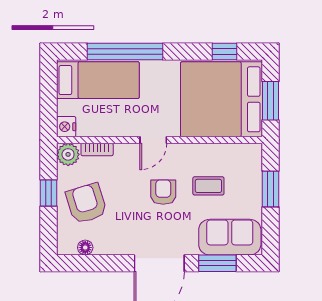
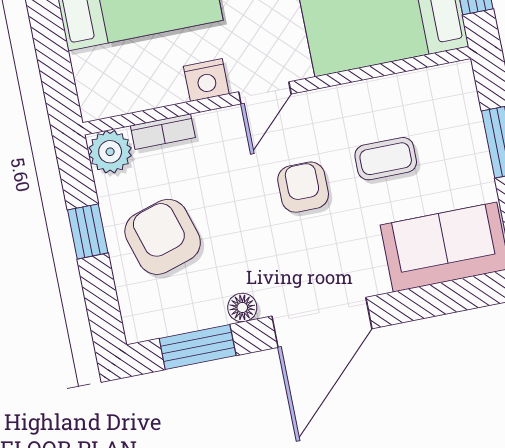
nightstand: (66, 127) -> (206, 80), moved, turned -90
floor lamp: (85, 248) -> (242, 307), moved
window: (217, 263) -> (198, 347), moved

